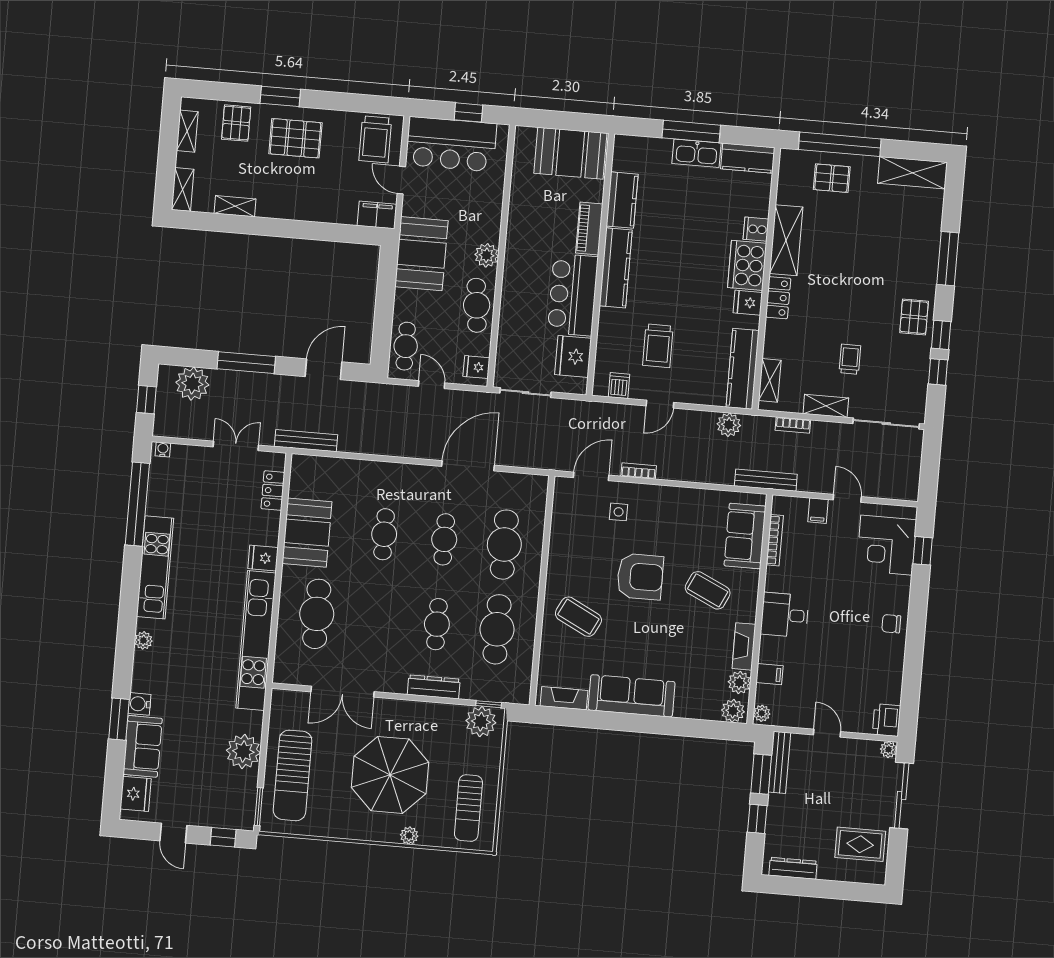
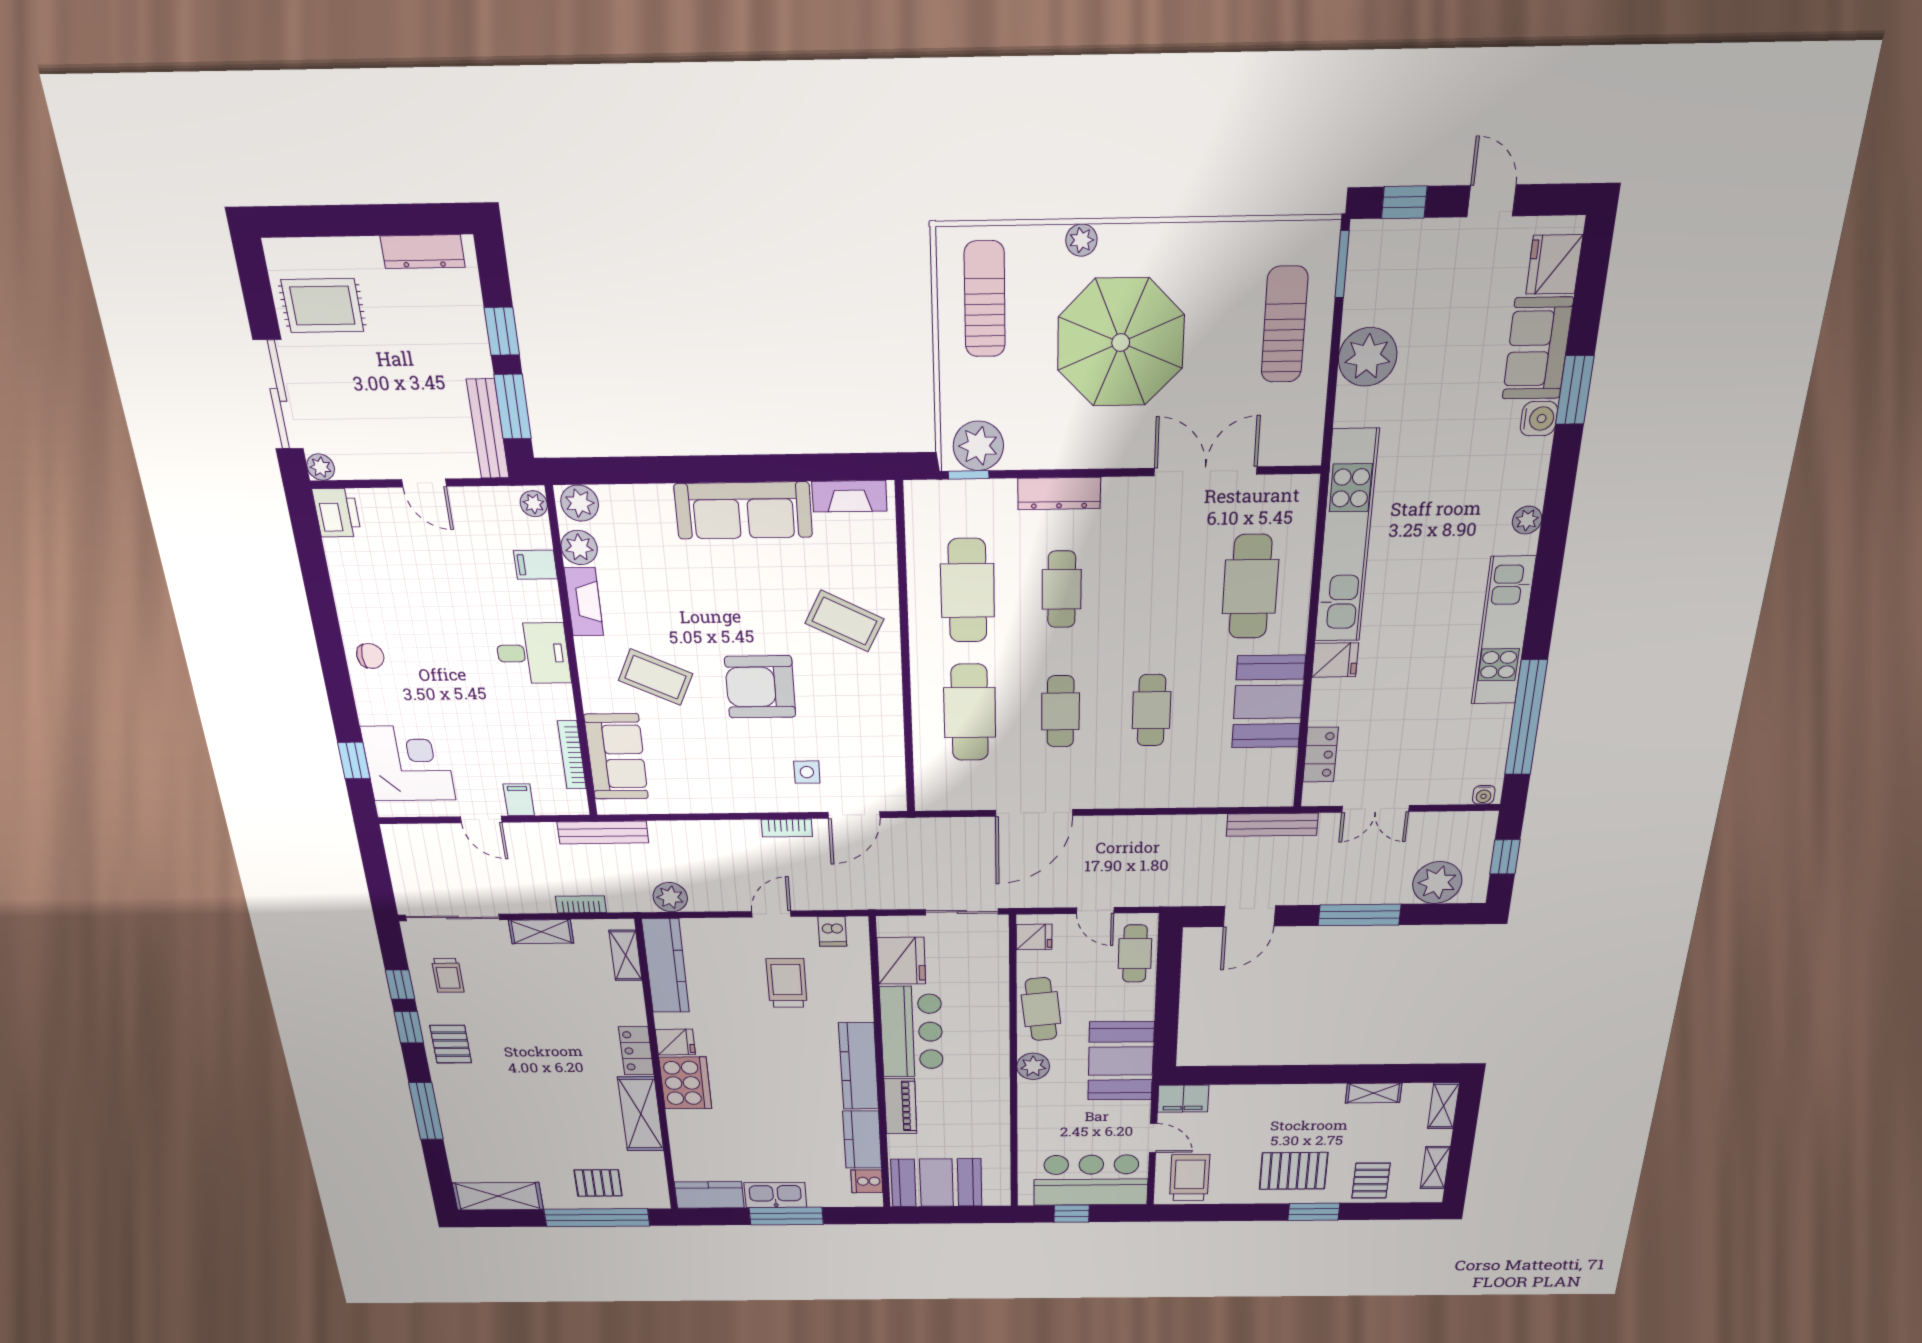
cooker: (756, 229) -> (867, 1181), moved, turned 180
trolley: (850, 359) -> (448, 975), moved
sun lounger: (293, 775) -> (1284, 325), width x0.73, depth x0.75

